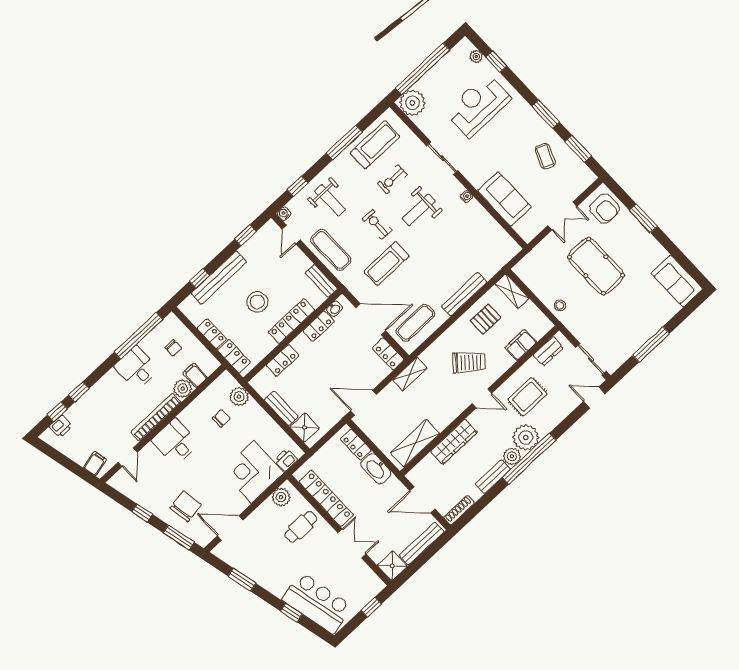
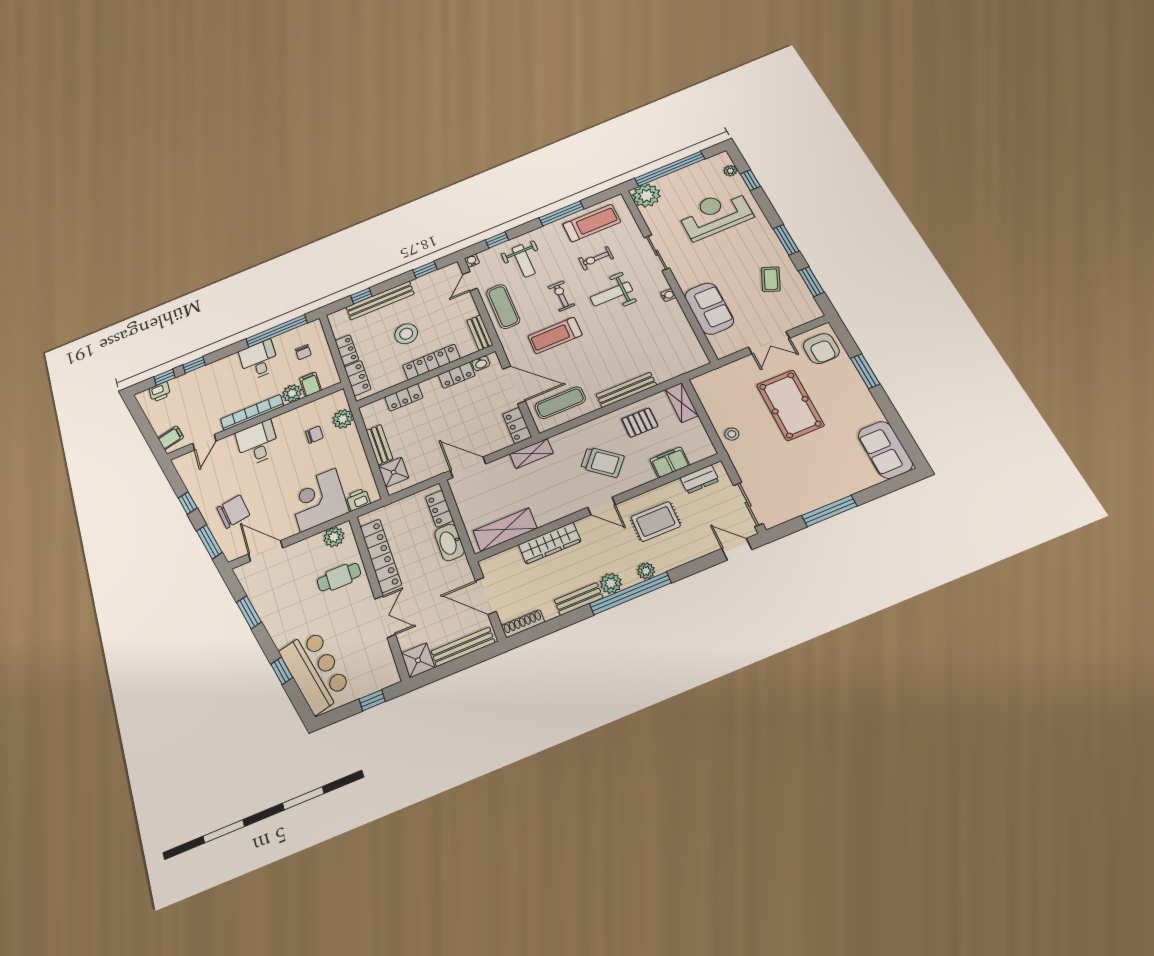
plant: (526, 437) -> (646, 571), width x0.53, depth x0.53

